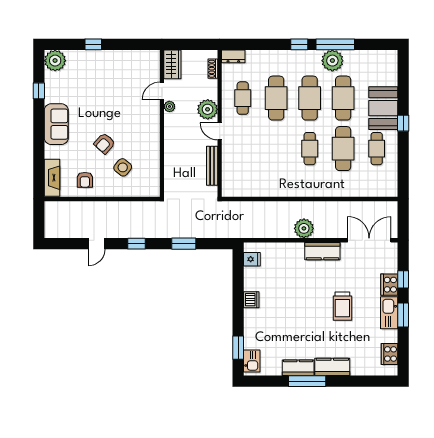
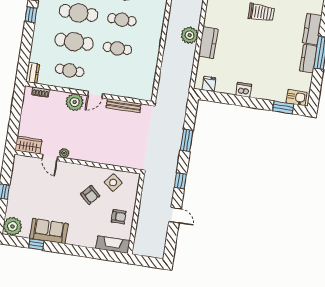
wardrobe: (172, 64) -> (28, 145), moved
door: (162, 91) -> (50, 158), moved
plant: (169, 106) -> (64, 153), moved
wall: (162, 123) -> (78, 162), moved
sofa: (56, 124) -> (49, 231), moved
cafe table: (276, 149) -> (117, 48), added
kitchen counter: (322, 251) -> (208, 43), moved

